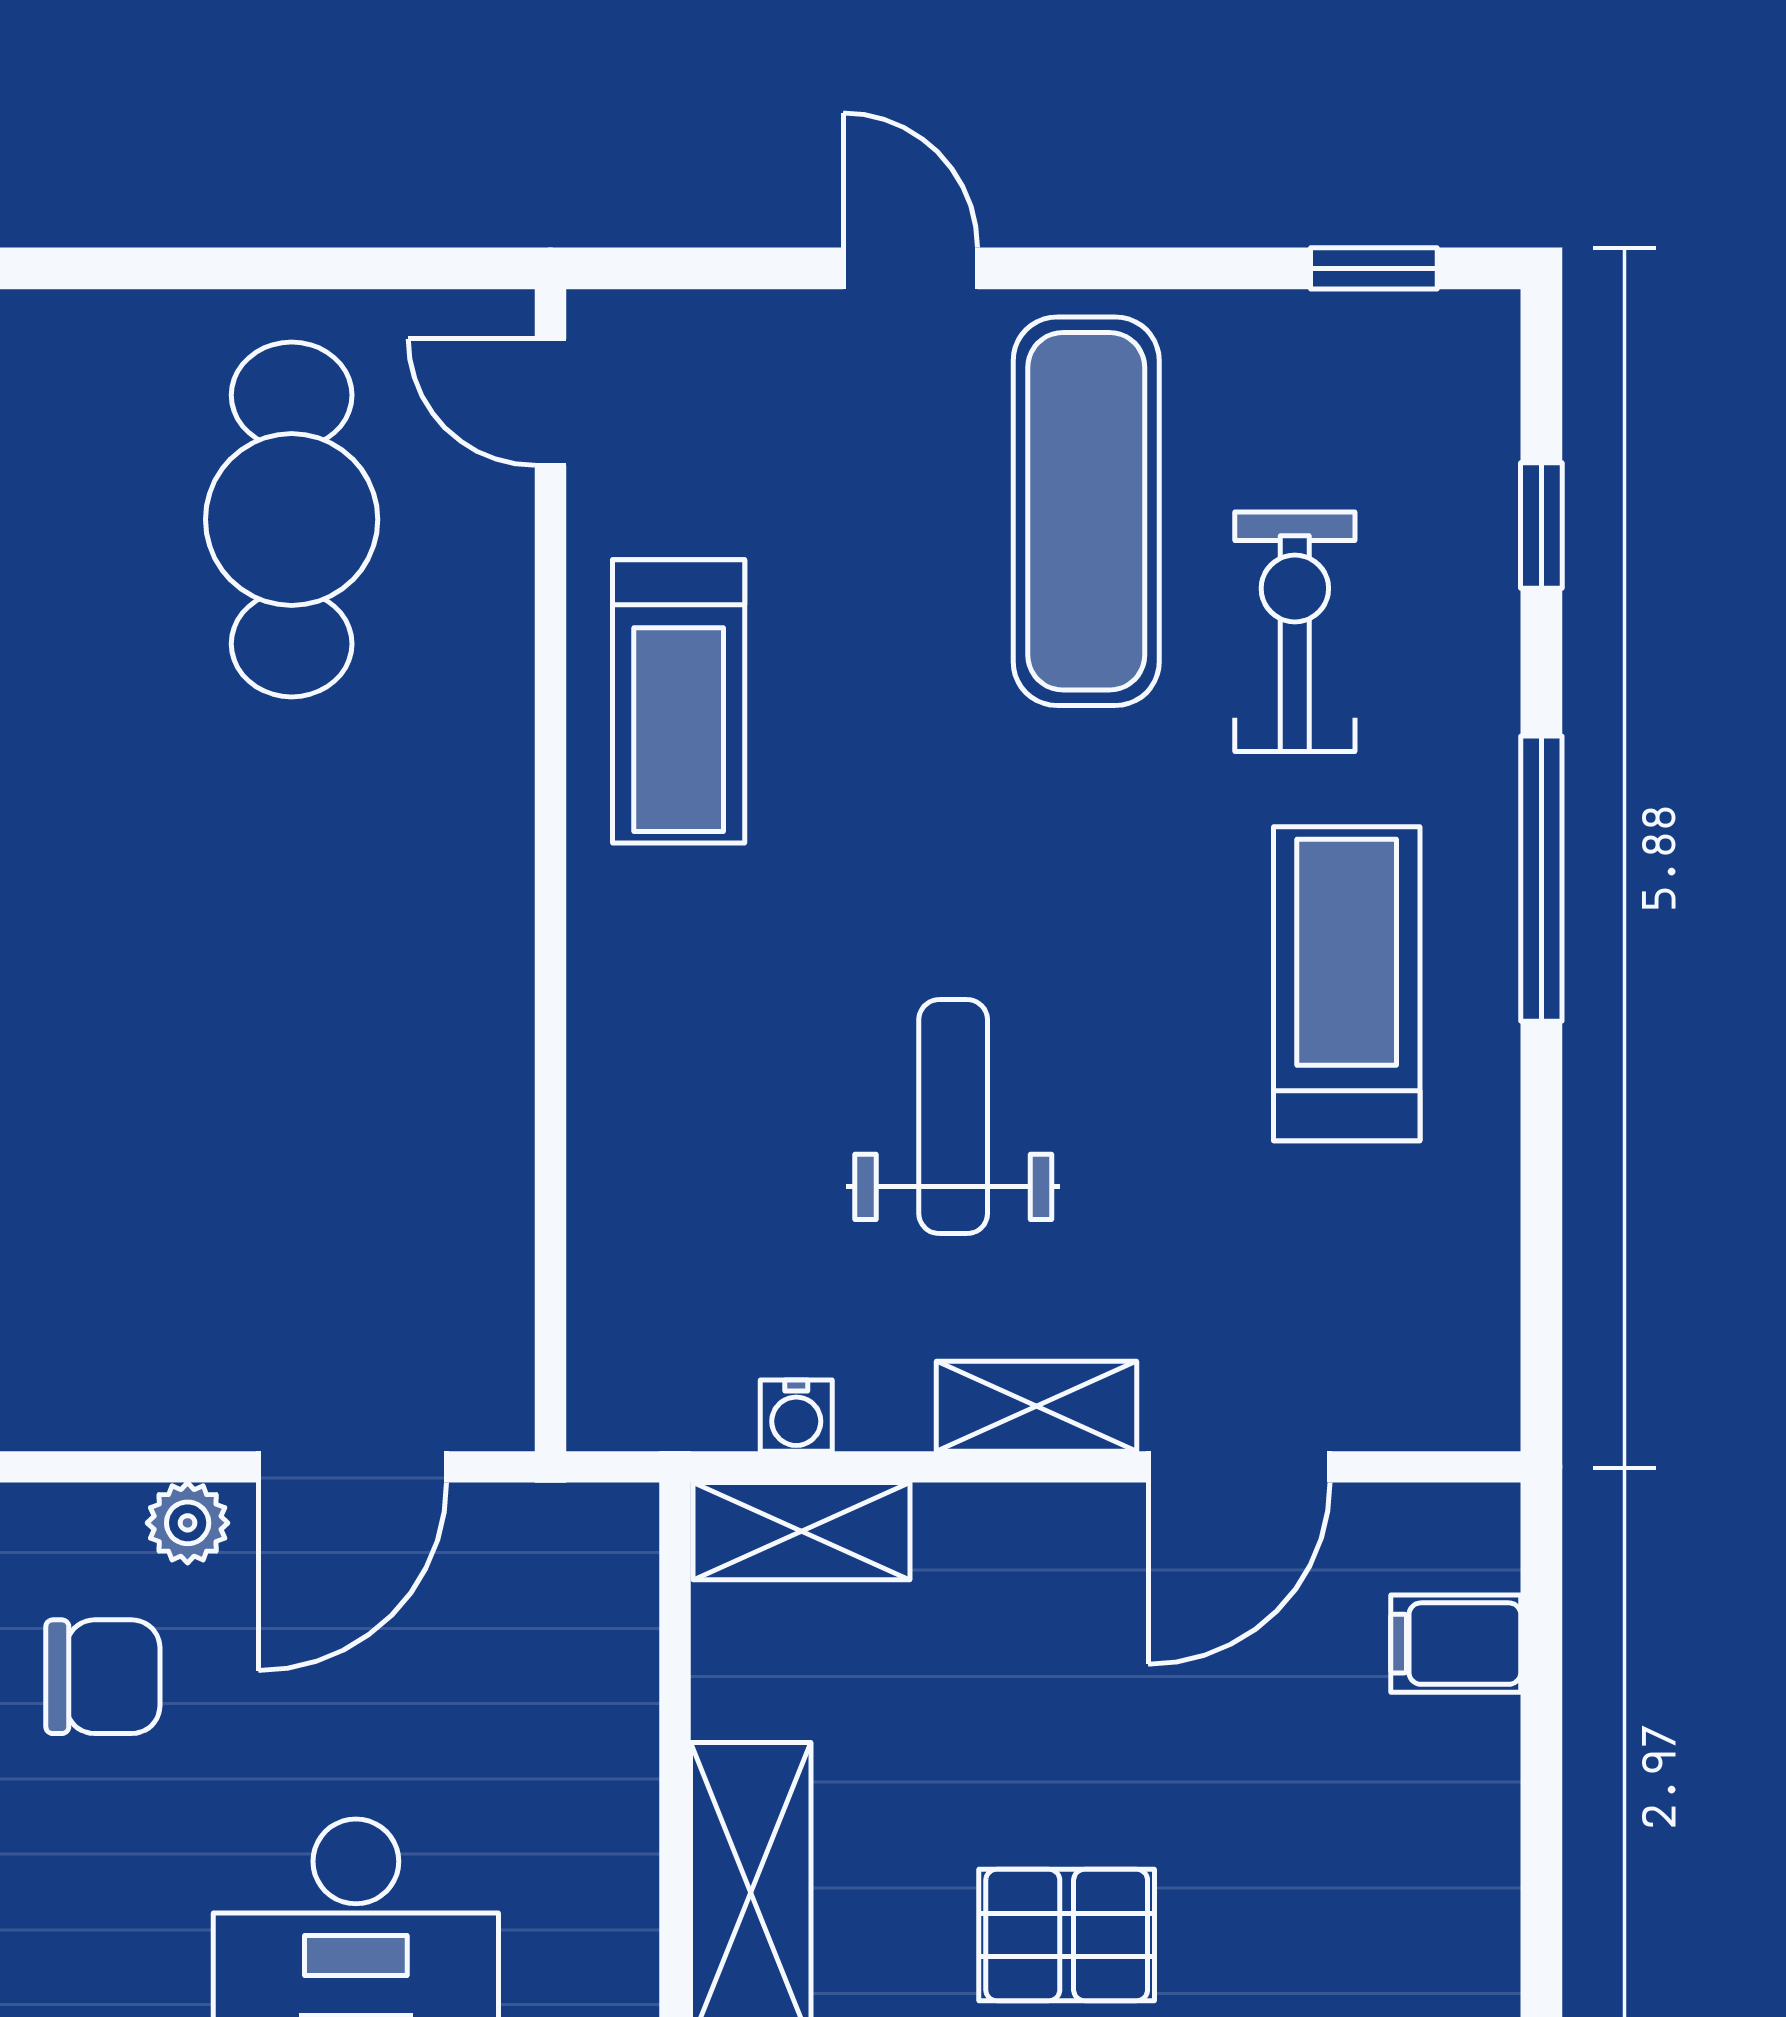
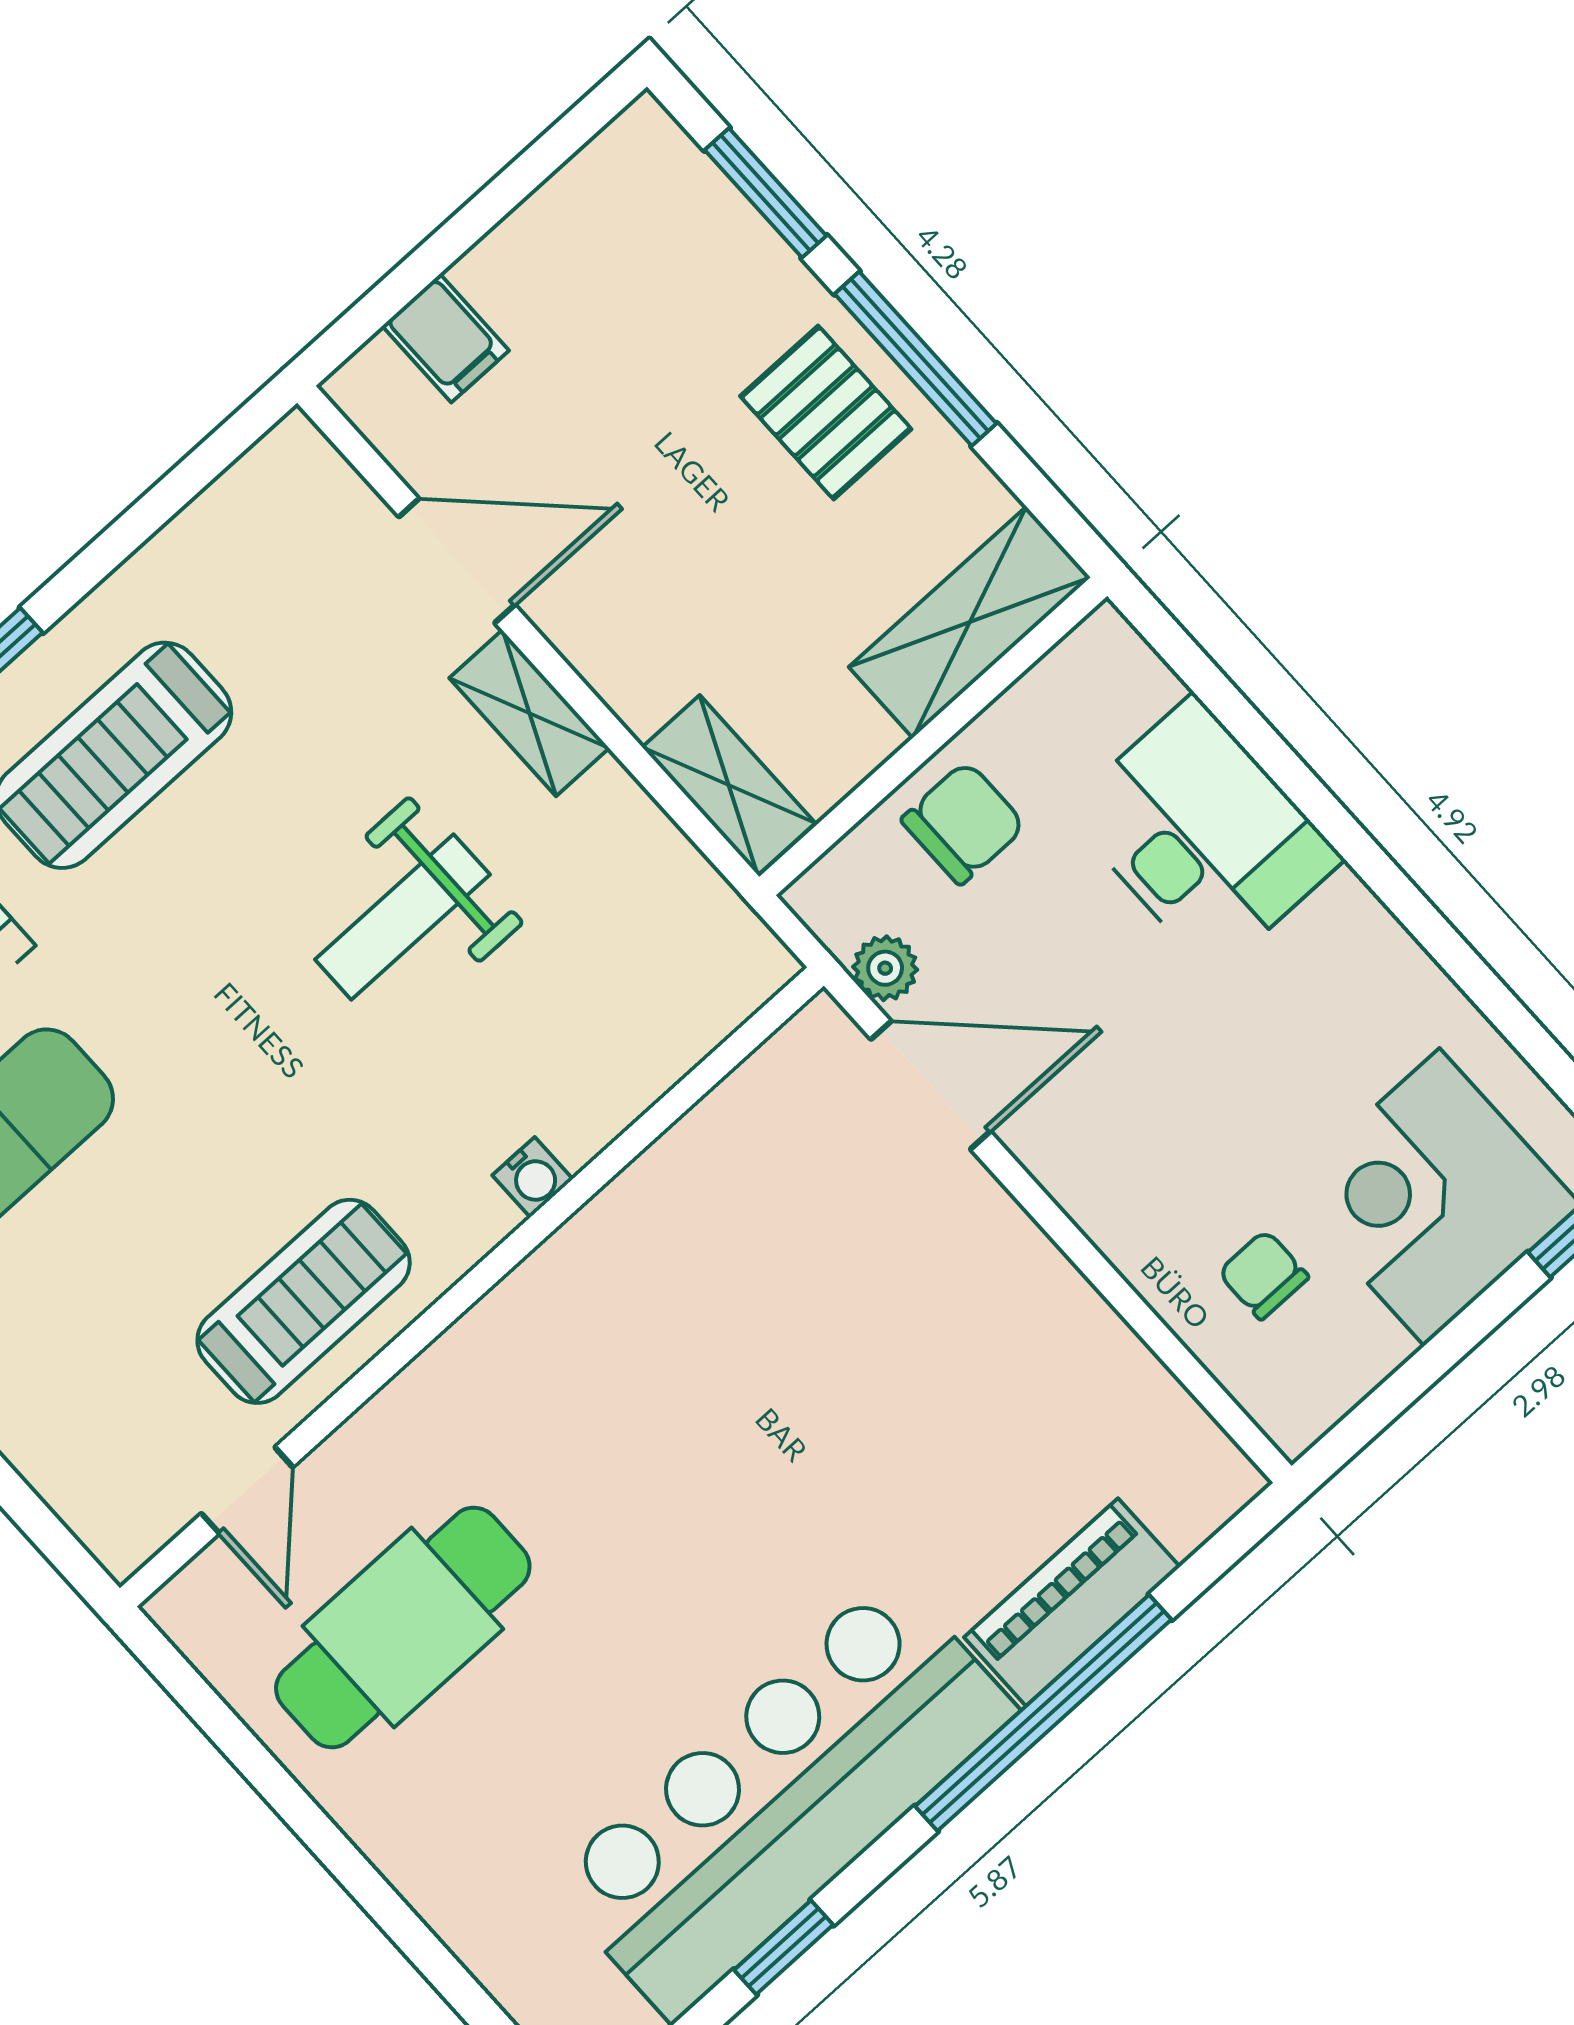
door: (550, 402) -> (247, 1490), moved
water cooler: (796, 1416) -> (532, 1177), moved, turned 90
plant: (188, 1523) -> (885, 968), moved
chair: (103, 1677) -> (963, 823), moved, turned 90

